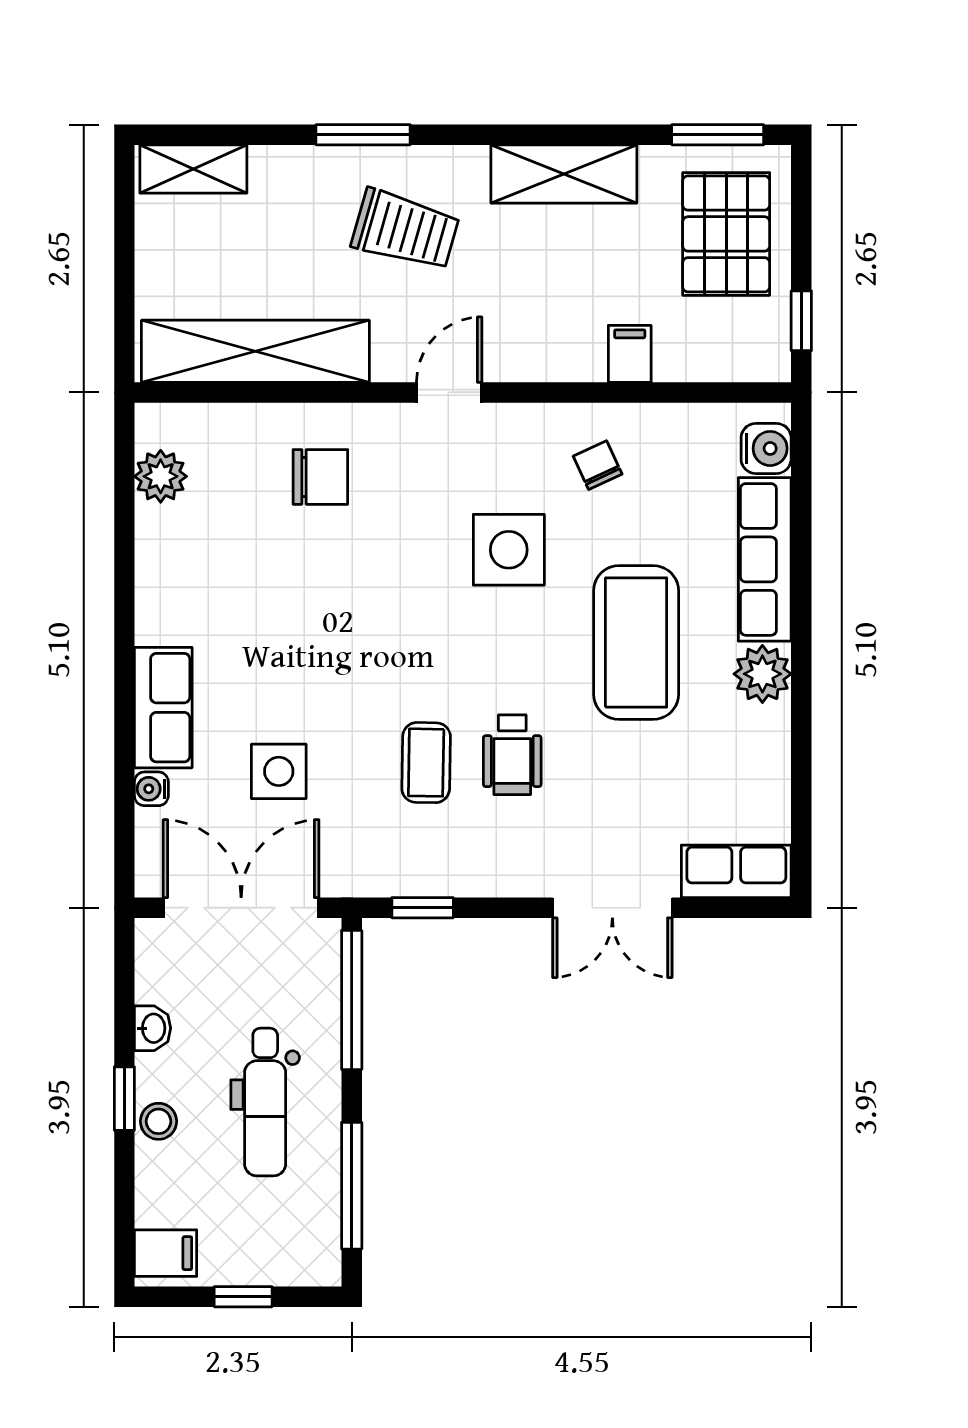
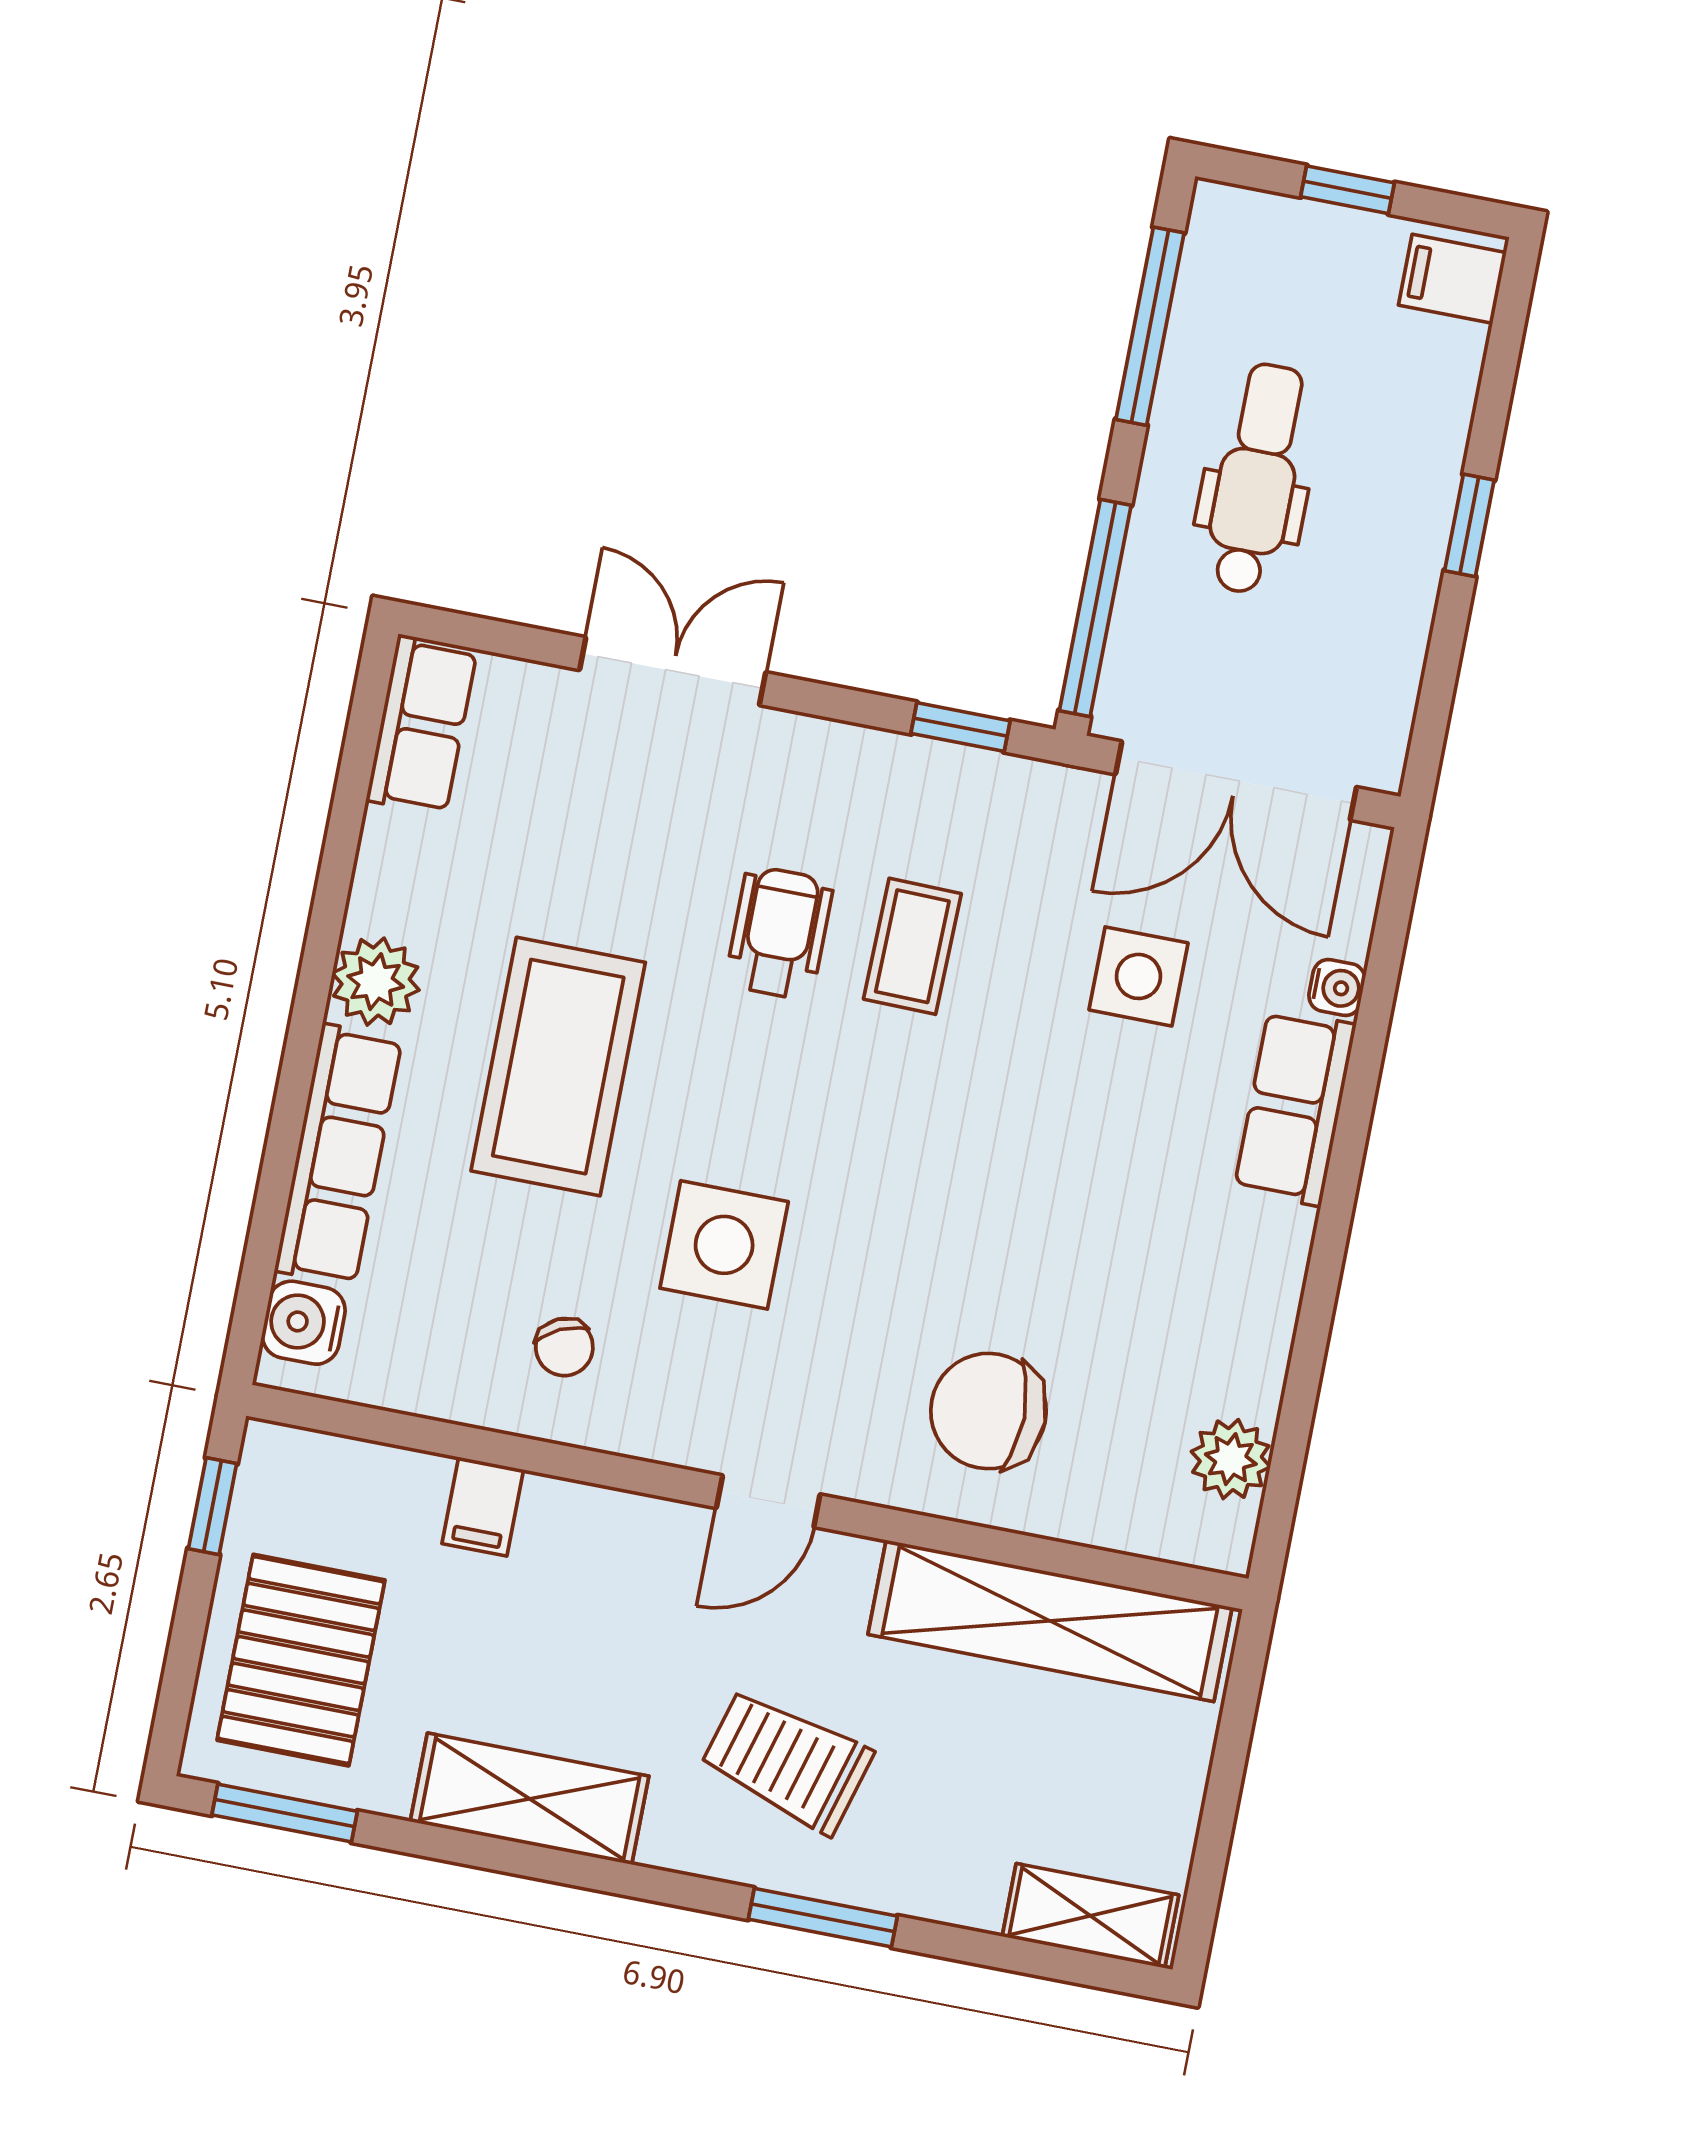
chair: (320, 477) -> (988, 1411), width x1.37, depth x1.37
row of seats: (736, 871) -> (422, 725), moved, turned -90
washbasin: (153, 1028) -> (1406, 624), removed
stool: (158, 1121) -> (1424, 481), removed

